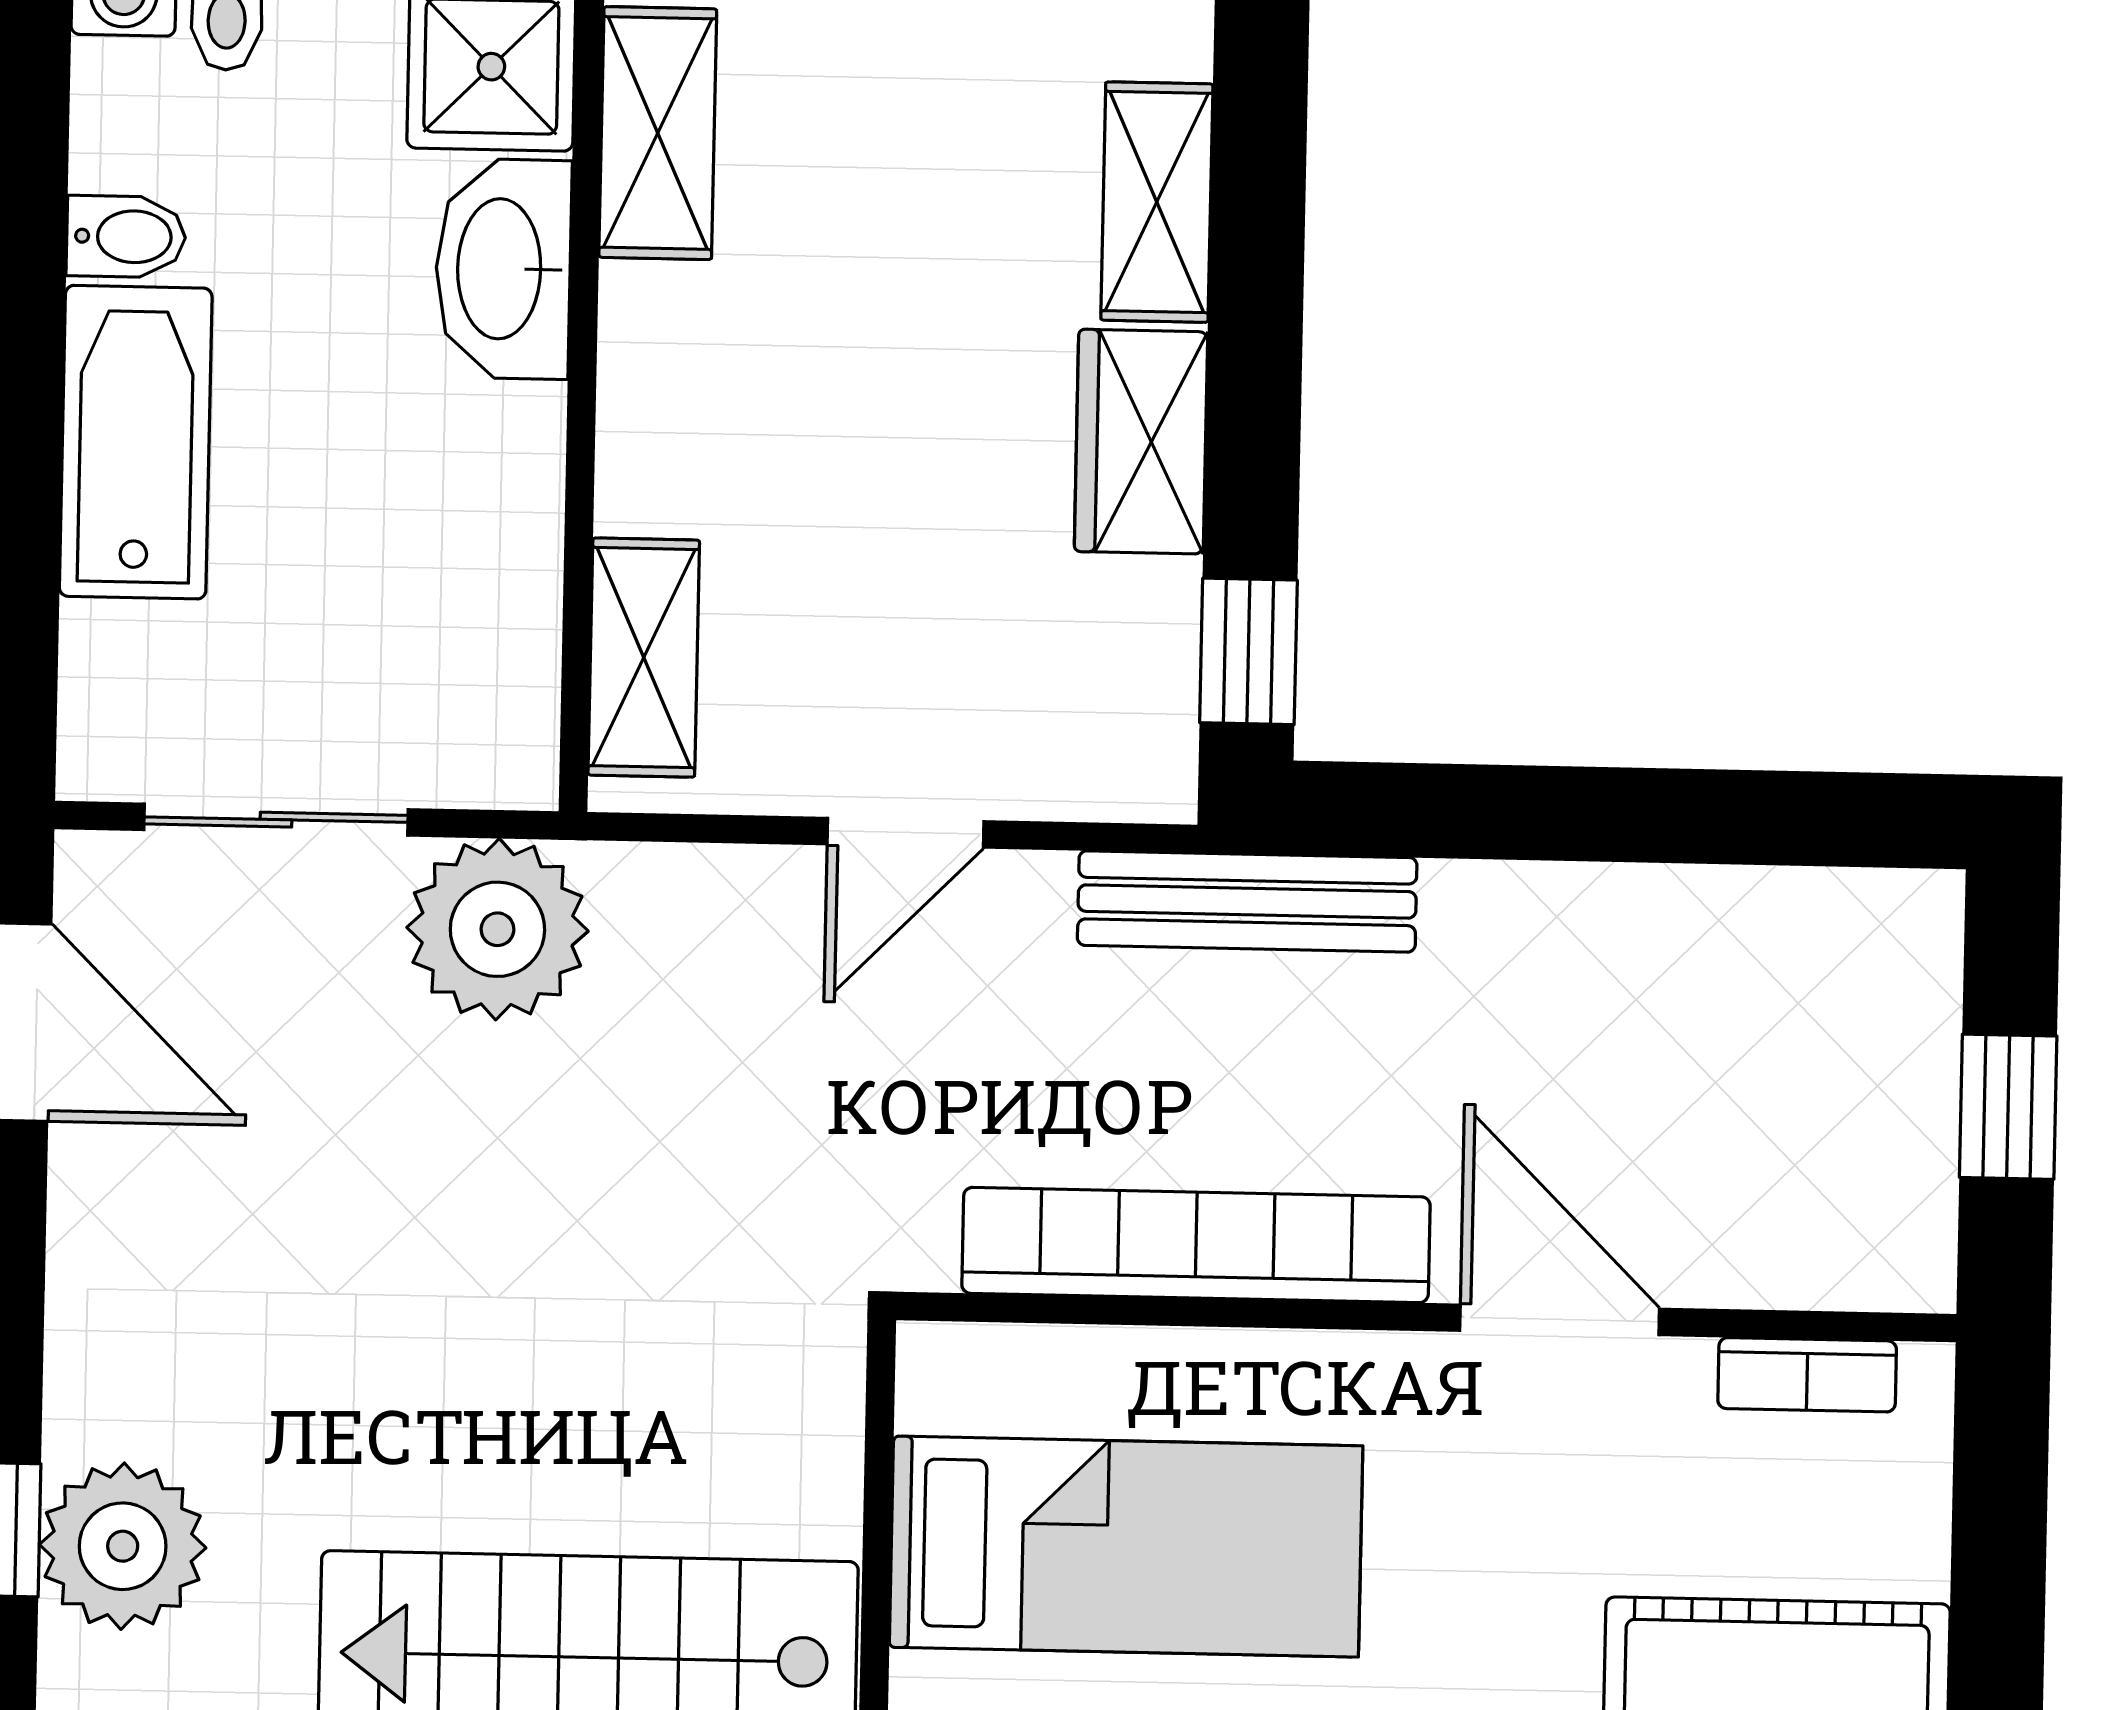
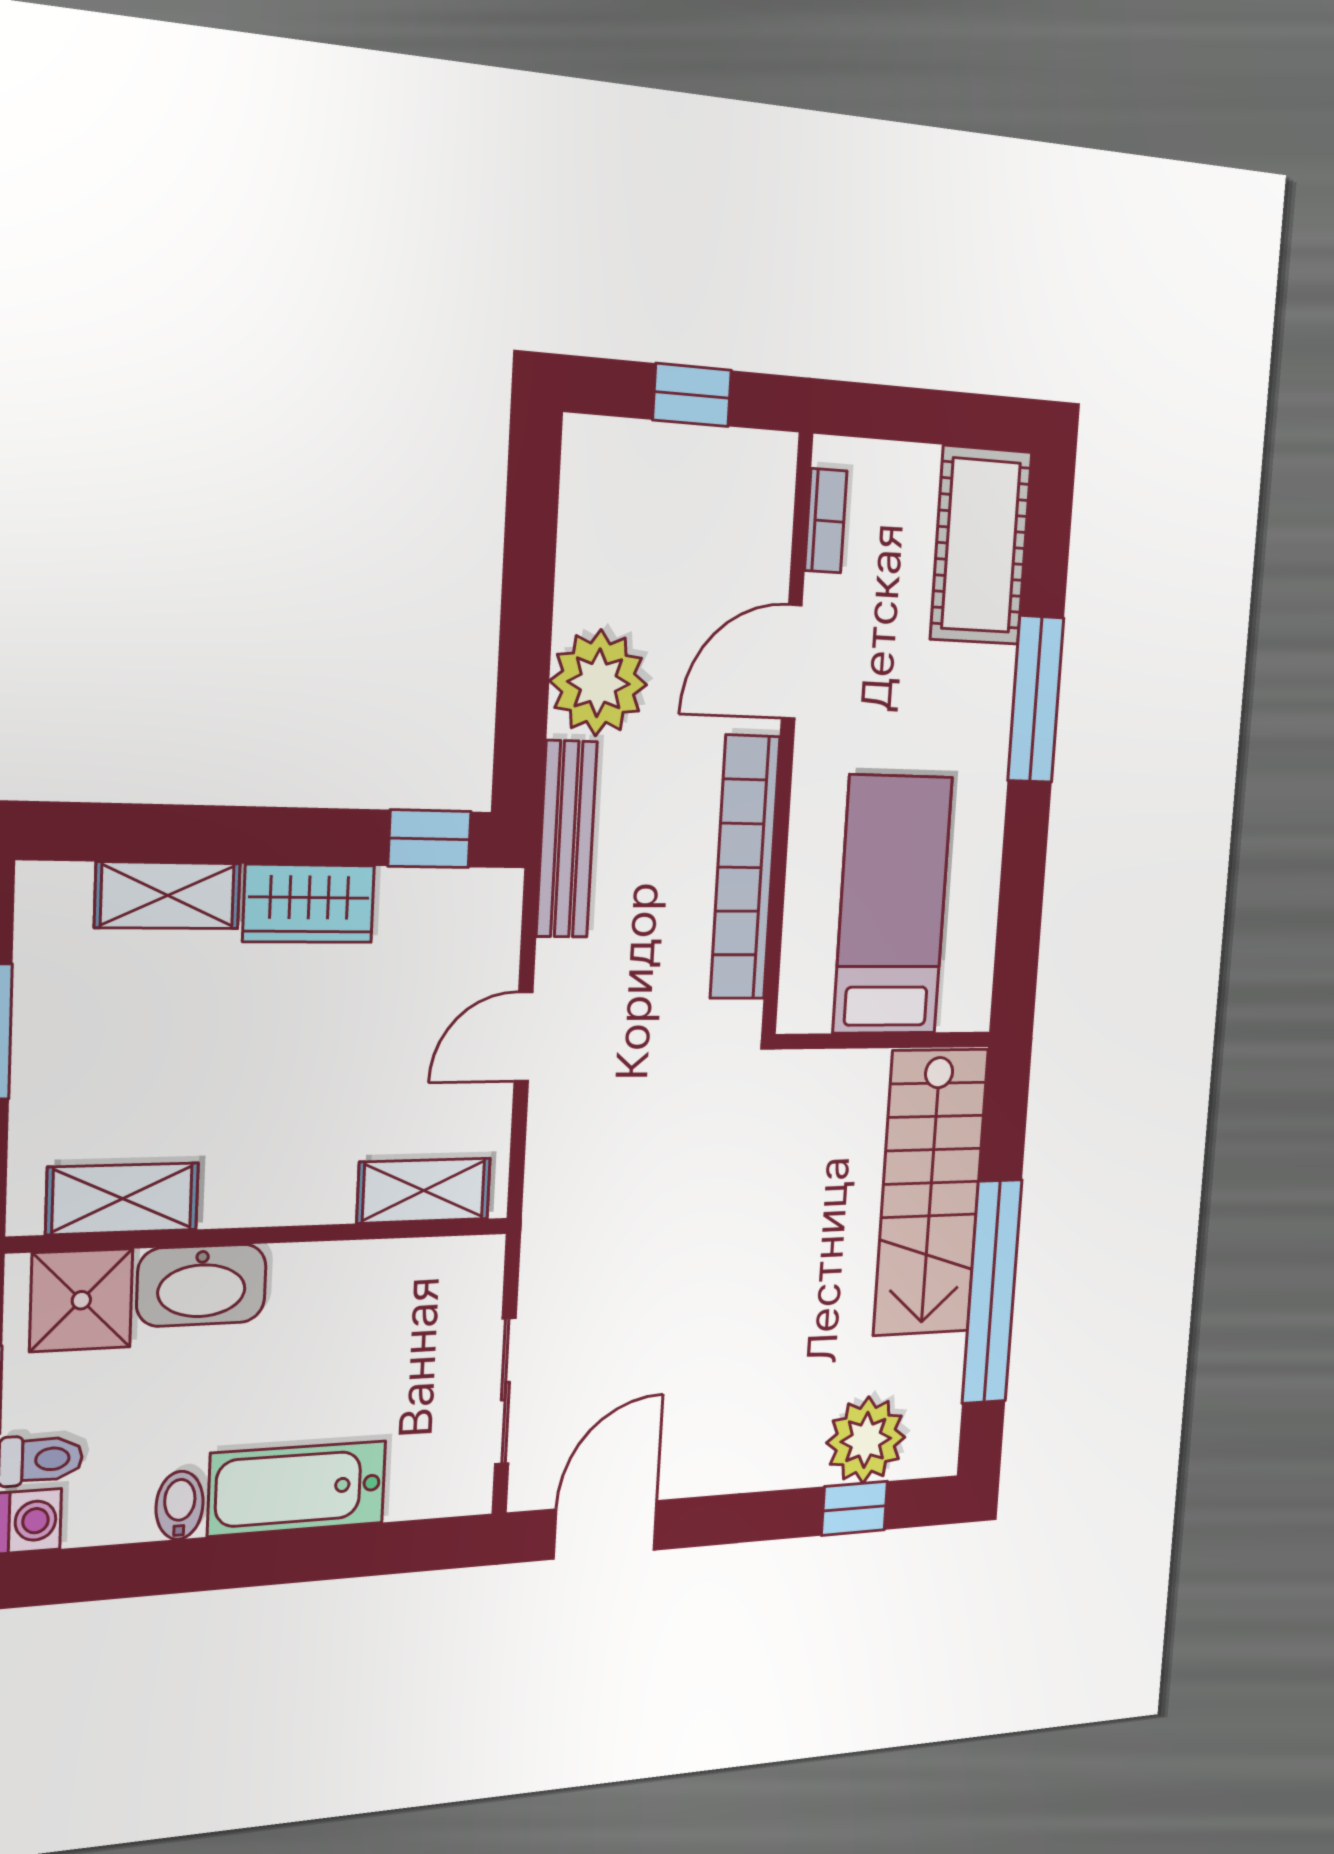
door: (906, 833) -> (523, 1037), swing flipped
plant: (497, 929) -> (598, 683), moved

